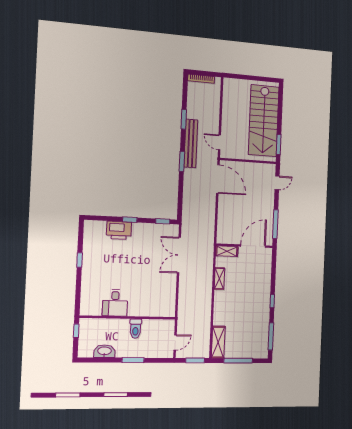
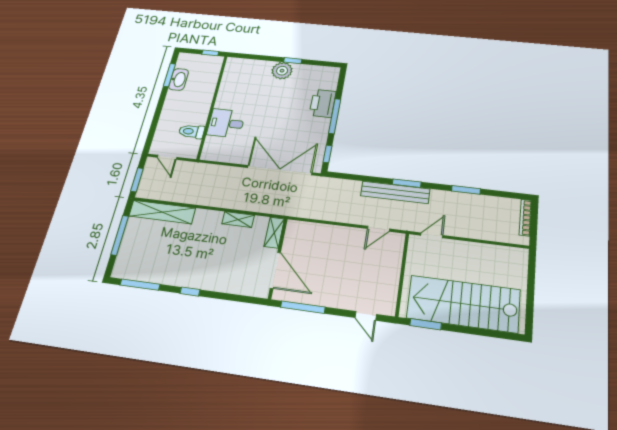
bench: (191, 143) -> (395, 192), moved
door: (218, 179) -> (378, 229), width x0.53
window: (130, 220) -> (335, 116), width x2.17
double door: (179, 255) -> (280, 170), width x1.36
plant: (90, 267) -> (282, 71), added
desk: (115, 303) -> (226, 123), moved
toilet: (135, 329) -> (192, 132), moved
shelving: (218, 342) -> (162, 212), width x1.47
window: (133, 360) -> (169, 75), moved

